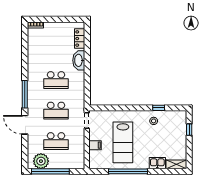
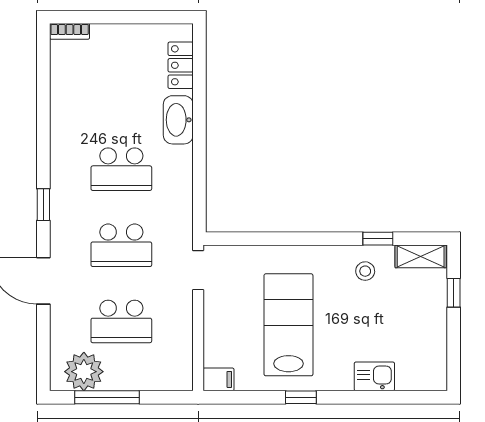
window: (25, 94) -> (43, 205), width x0.46
lab bench: (123, 142) -> (288, 325), turned 180
filing cabinet: (95, 145) -> (219, 379), moved
shelving: (176, 164) -> (421, 256), moved
window: (50, 171) -> (107, 397), width x0.68
window: (128, 171) -> (301, 397), width x0.32

